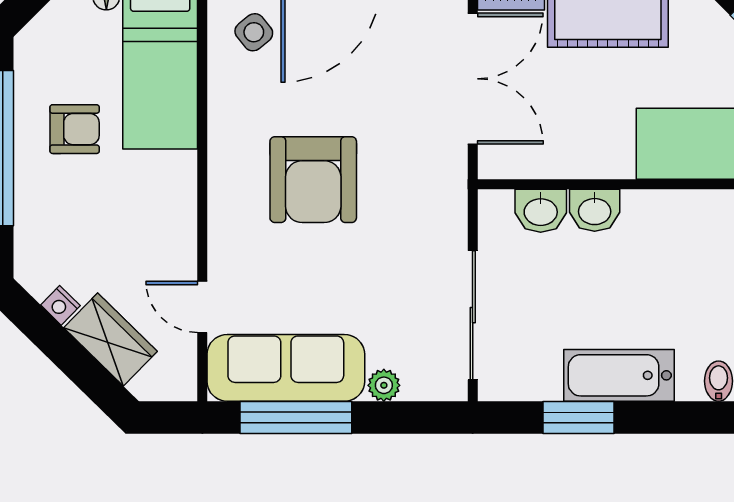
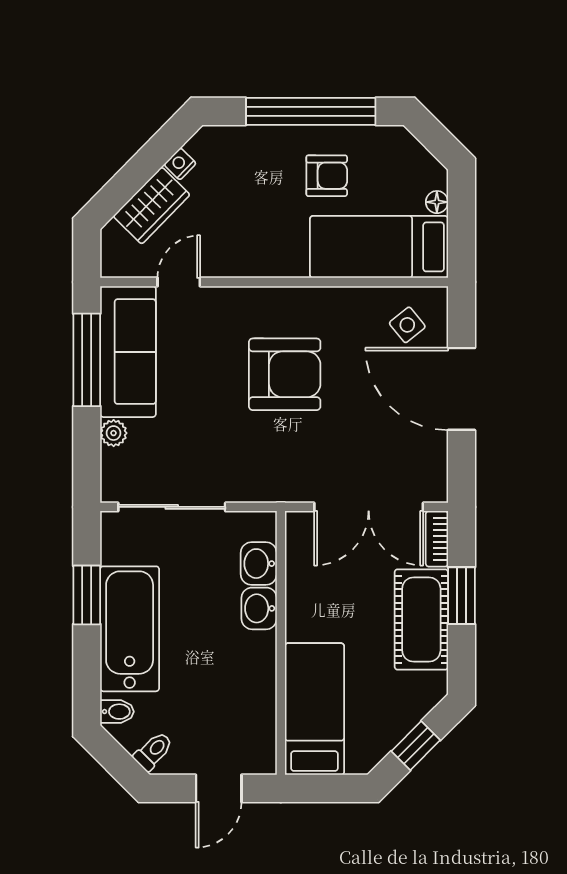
armchair: (75, 129) -> (327, 176), turned -90
armchair: (313, 180) -> (285, 374), turned 180
bathtub: (619, 375) -> (130, 629), width x1.36, depth x1.36

